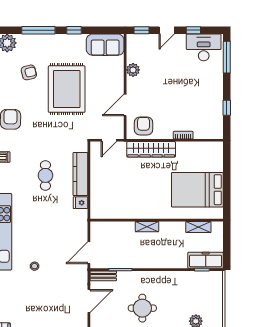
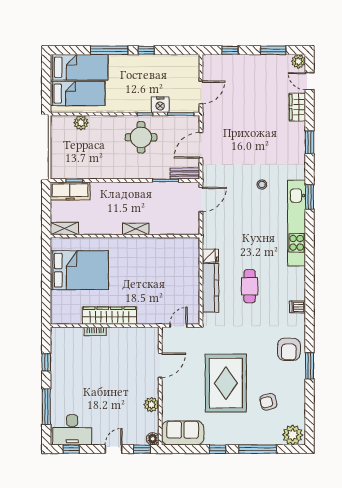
window: (193, 30) -> (71, 449), moved
floor lamp: (132, 39) -> (153, 439), added
window: (227, 57) -> (46, 407), moved
armchair: (144, 126) -> (140, 342), removed
wardrobe: (151, 149) -> (109, 316), moved
shelving: (198, 227) -> (64, 228), moved

